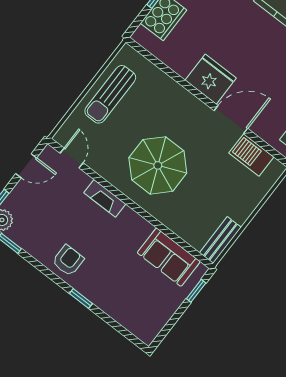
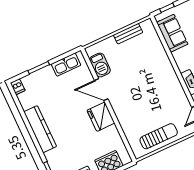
parasol: (158, 165) -> (153, 85), removed
bench: (220, 240) -> (128, 34), moved

